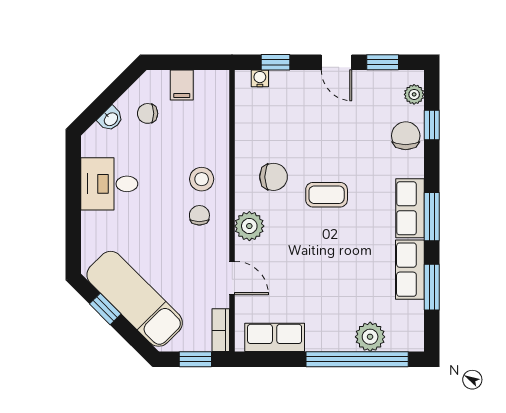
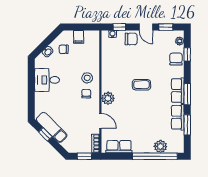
chair: (274, 177) -> (131, 39), moved
exam couch: (135, 299) -> (52, 127), width x0.73, depth x0.69

